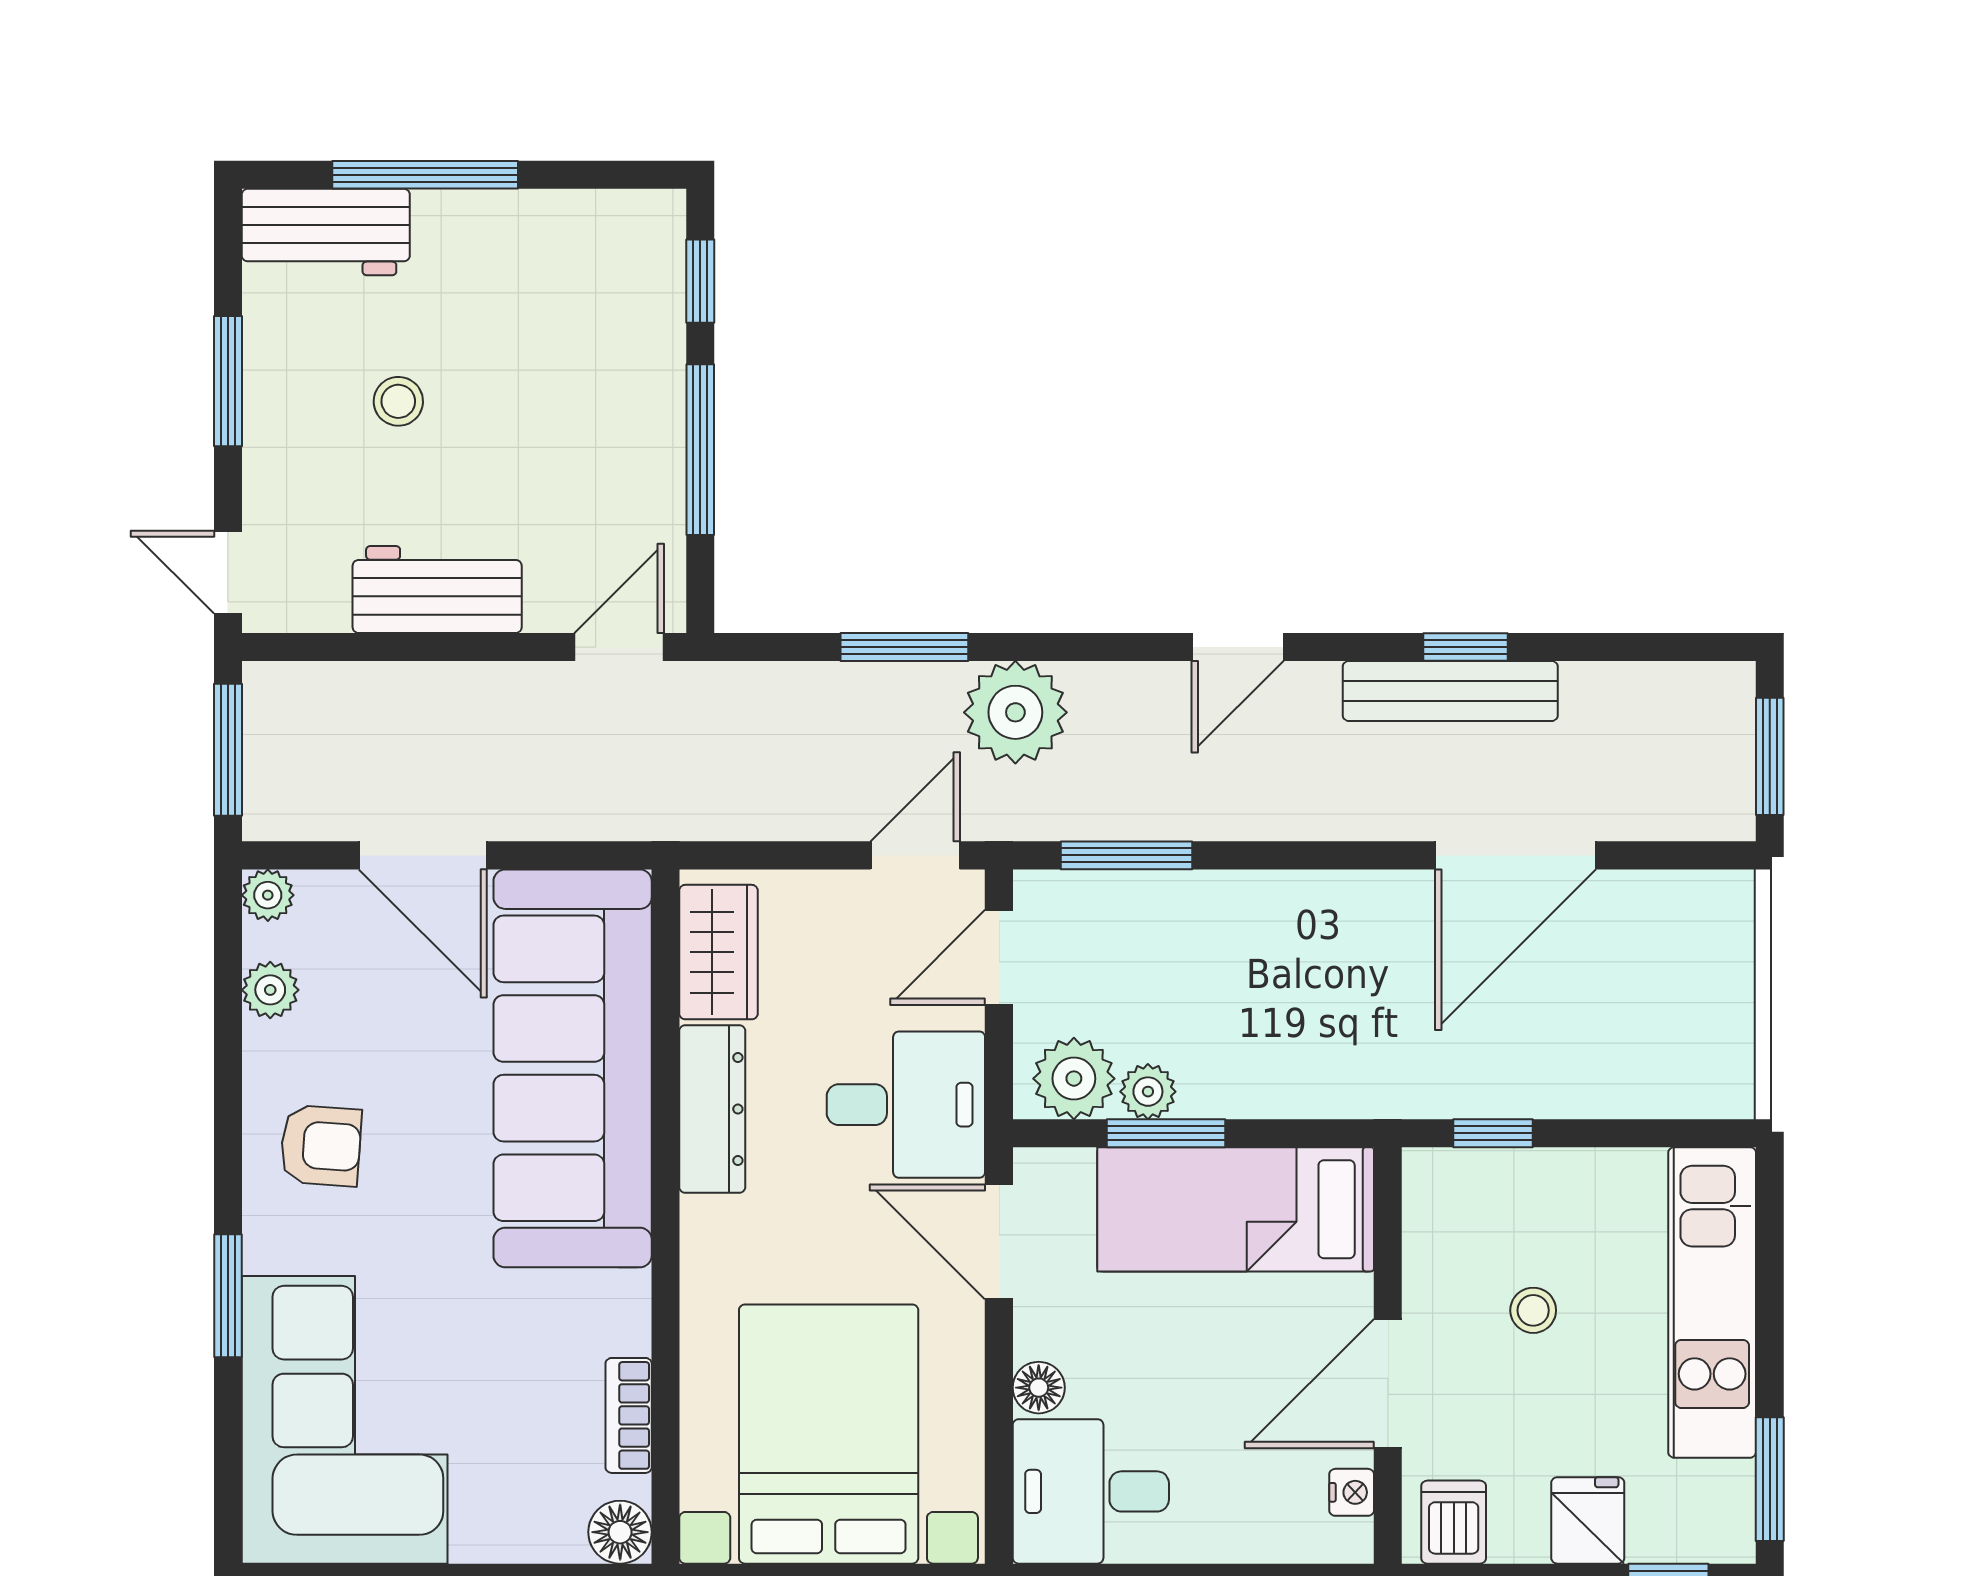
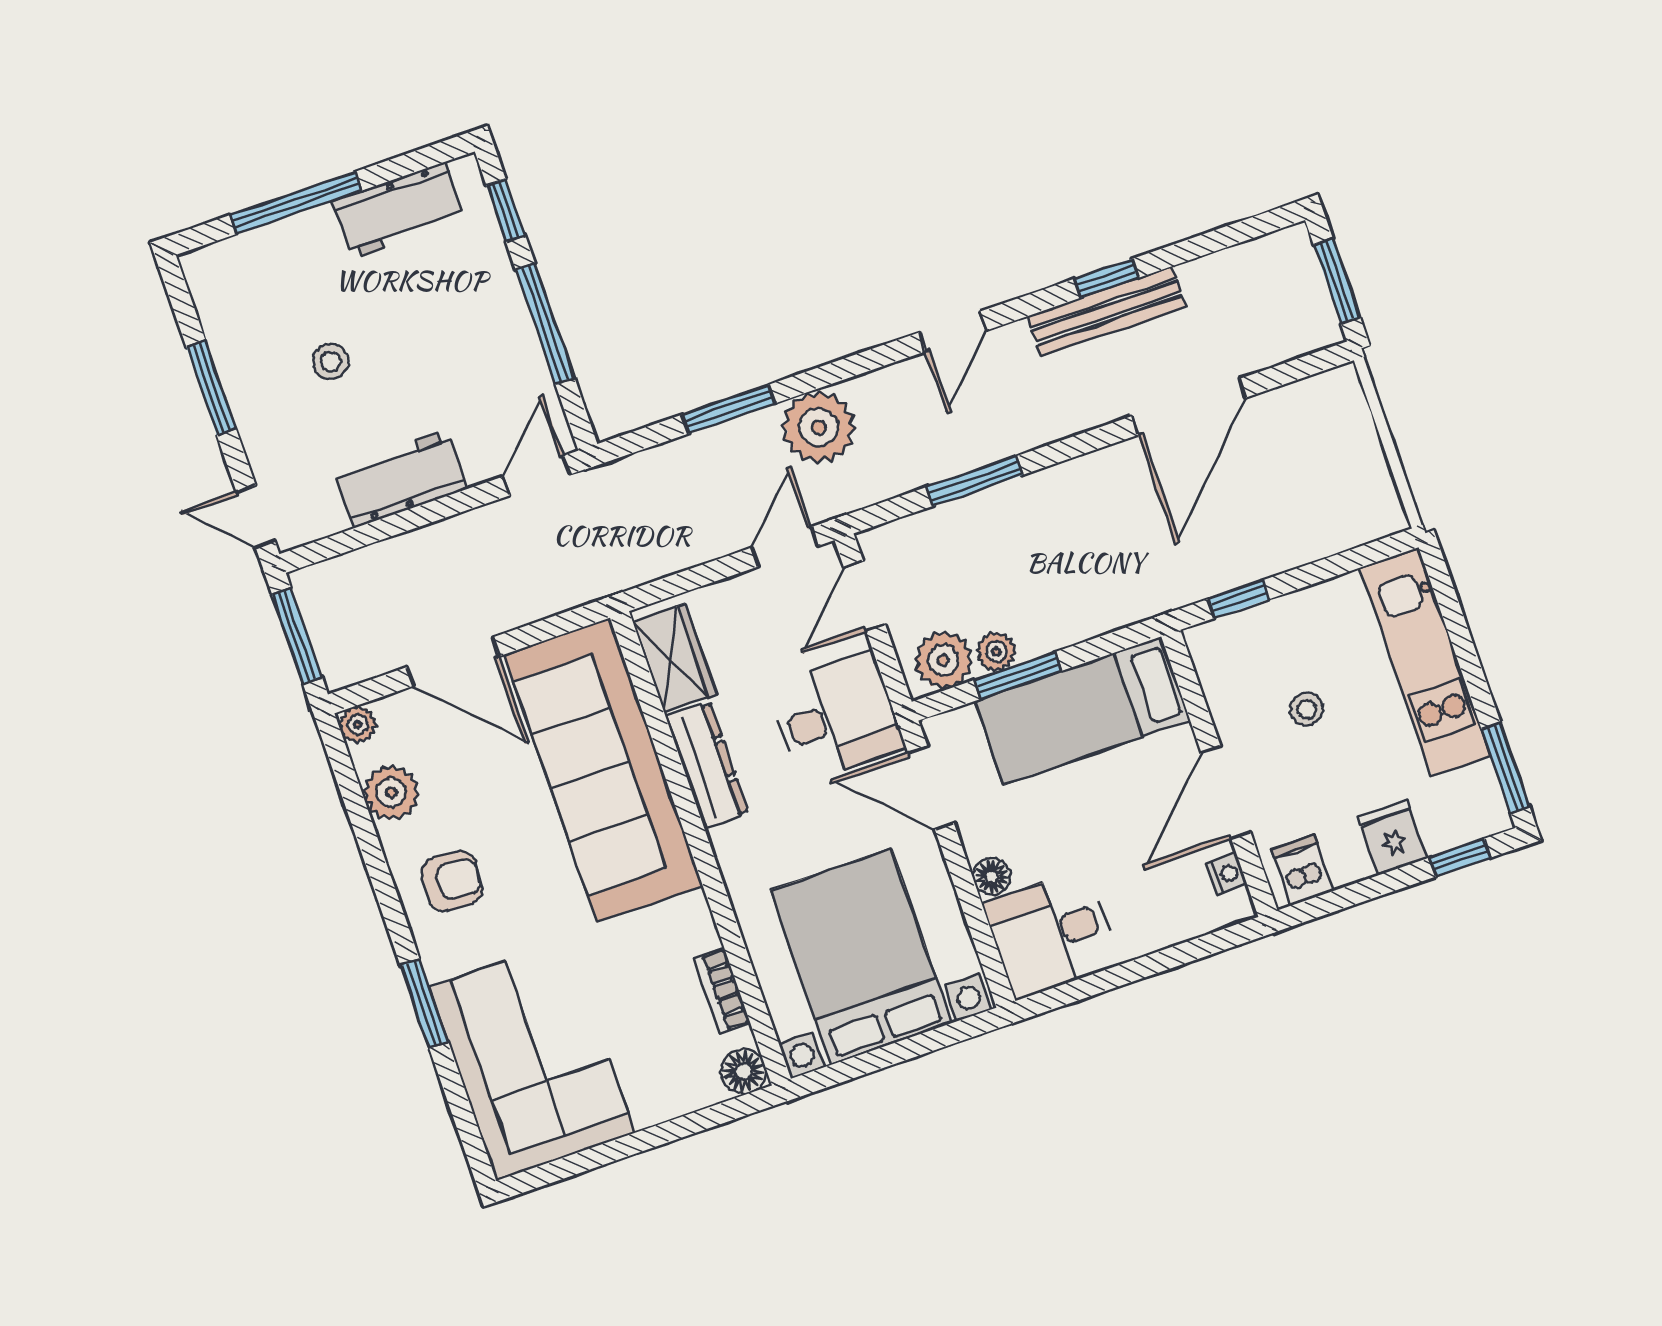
workbench: (326, 232) -> (399, 210), moved
window: (1126, 855) -> (975, 481), moved
plant: (270, 990) -> (391, 793), width x1.38, depth x1.38

